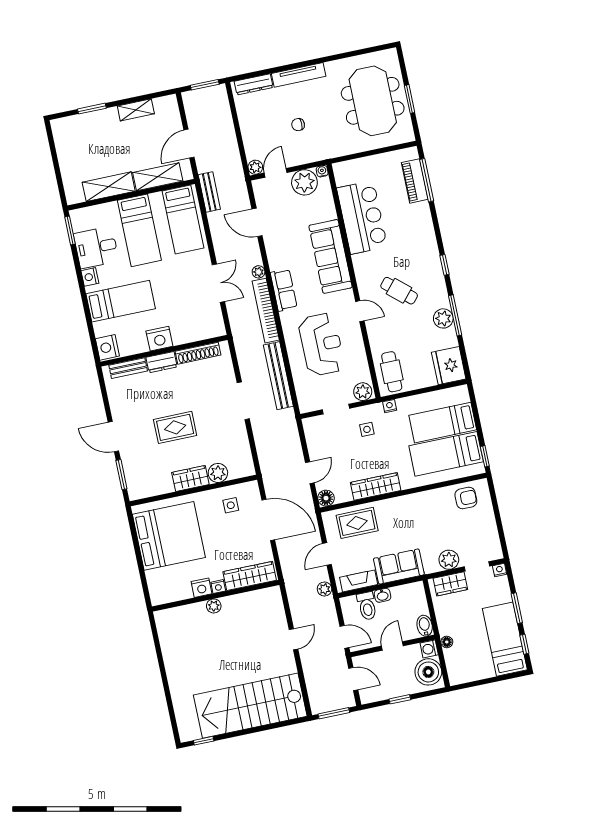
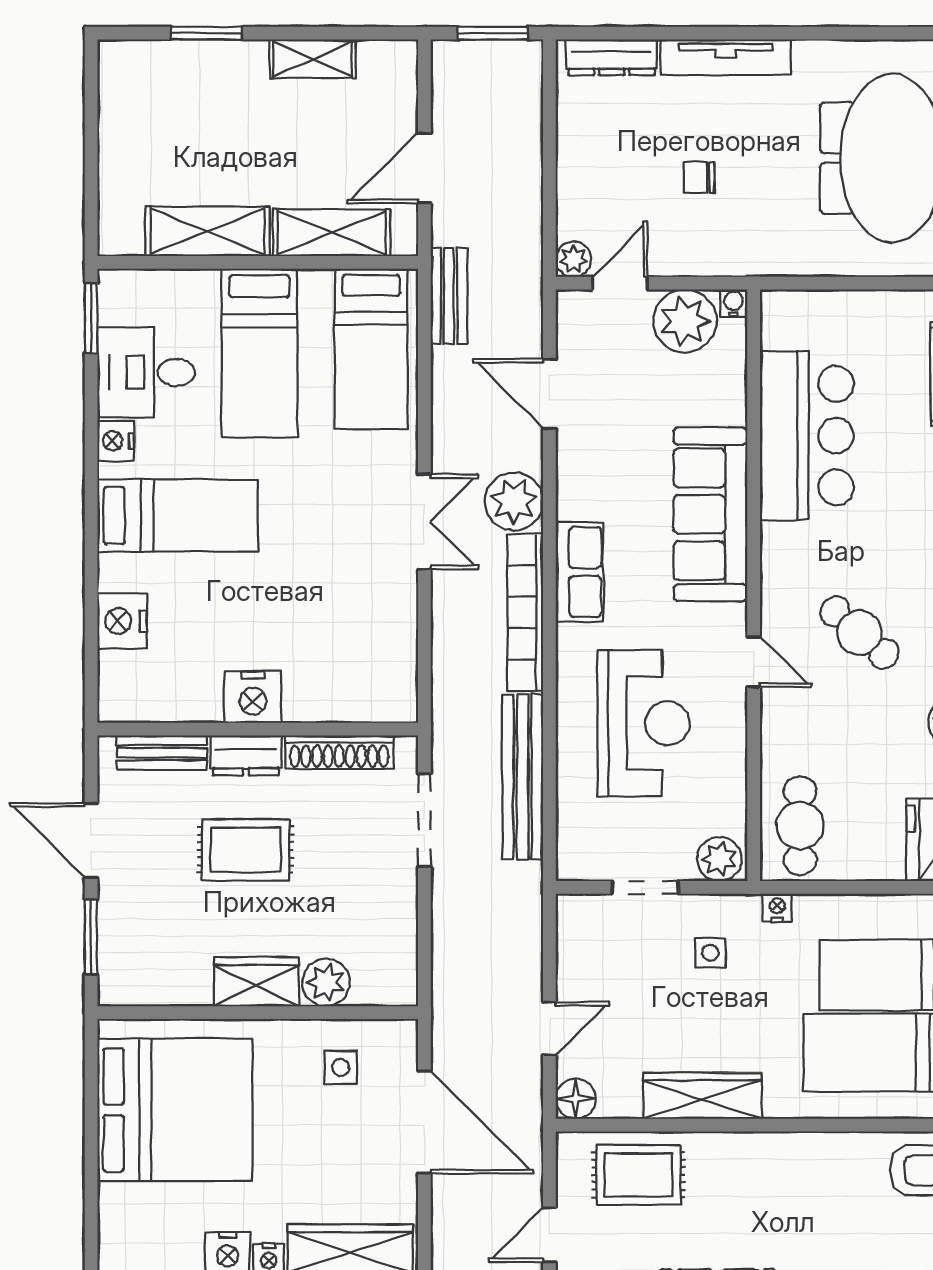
plant: (259, 272) -> (514, 501), width x1.87, depth x1.87
nightstand: (159, 339) -> (253, 697), moved
wall: (164, 351) -> (258, 729), moved
shoe rack: (198, 353) -> (339, 752), moved
dresser: (162, 362) -> (246, 755), moved
bench: (128, 368) -> (162, 753), moved

